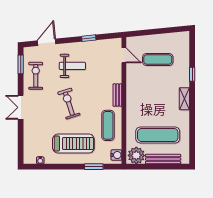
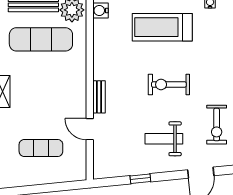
door: (124, 55) -> (90, 129), moved
exercise bike: (69, 104) -> (169, 84), turned 108
exercise mat: (108, 125) -> (113, 53), removed

